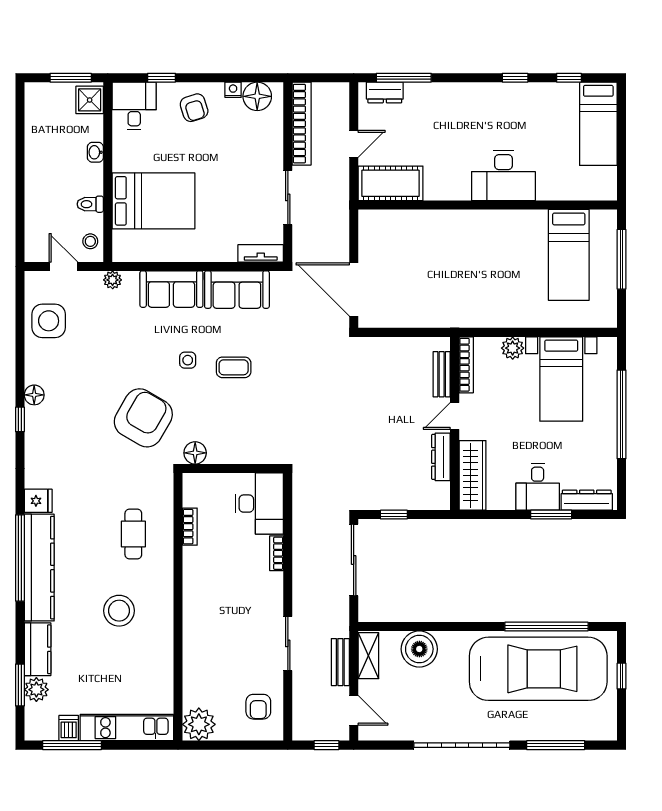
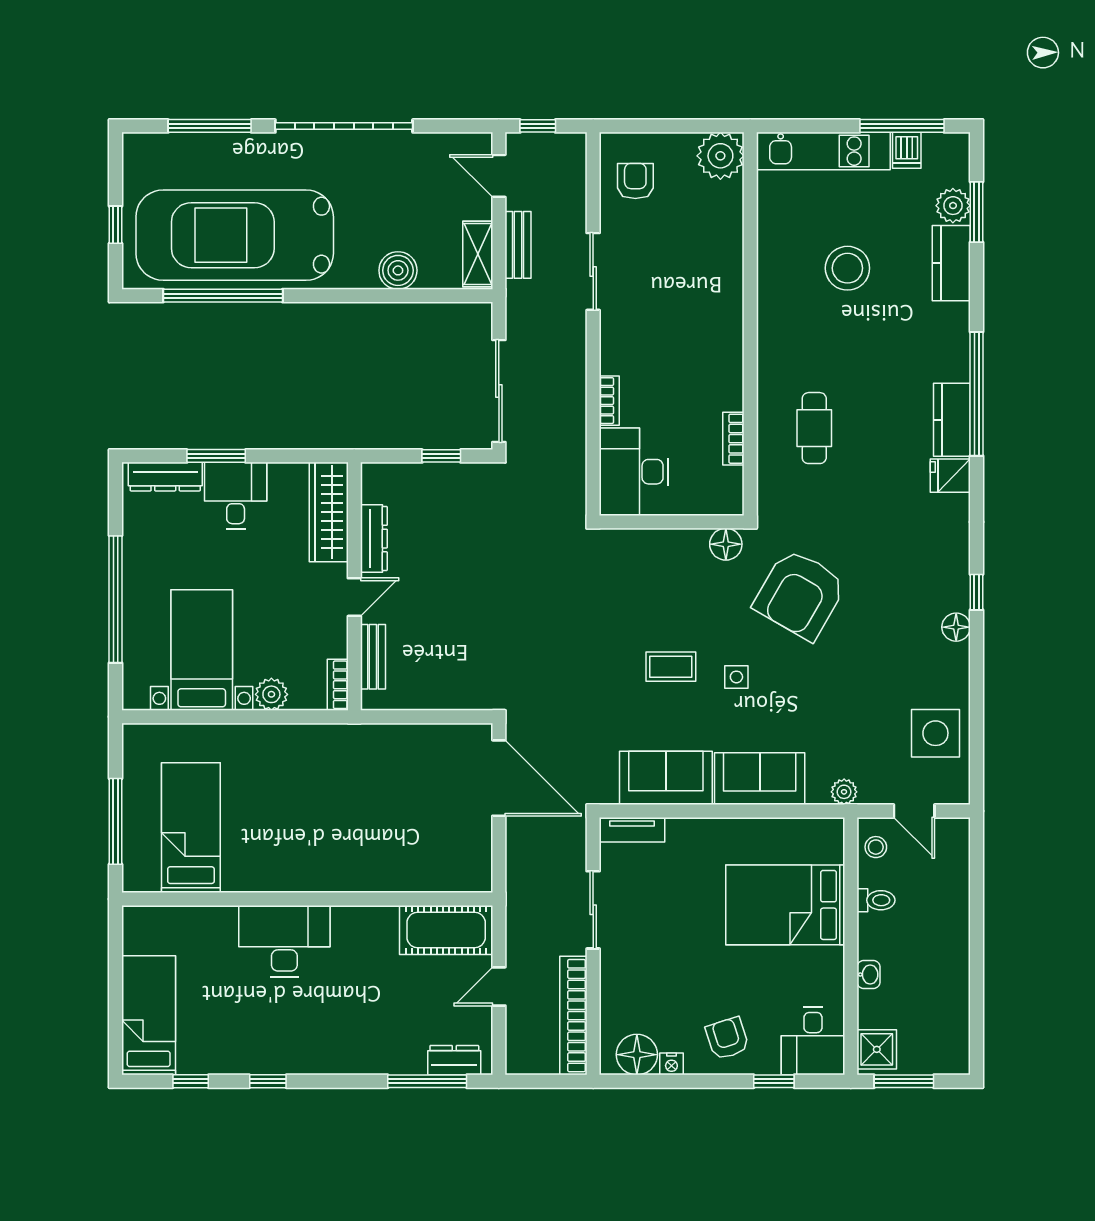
bookcase: (466, 365) -> (338, 685), width x0.64
kitchen counter: (39, 568) -> (952, 420), width x0.48, depth x0.86
stool: (119, 611) -> (847, 268), moved
boiler: (419, 649) -> (398, 270), width x0.73, depth x0.73

